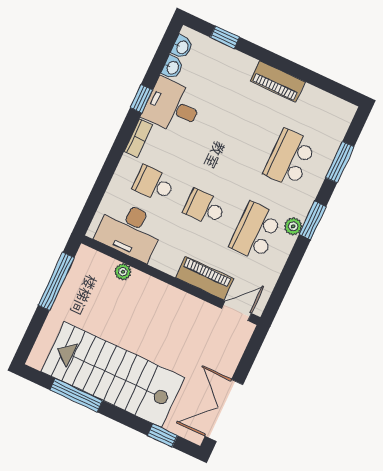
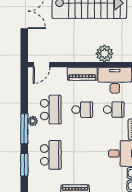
window: (313, 220) -> (24, 129), width x1.44
plant: (123, 272) -> (105, 54), width x1.88, depth x1.88
piano: (205, 278) -> (82, 74), moved

